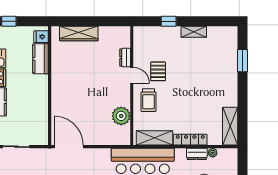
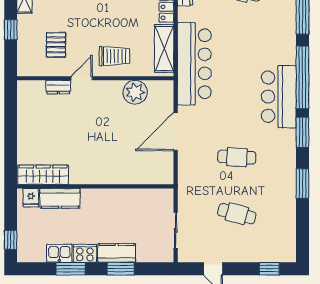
wardrobe: (79, 34) -> (43, 175), moved, turned -90
pallet: (158, 71) -> (56, 45), moved, turned 90
door: (69, 147) -> (176, 132), moved

